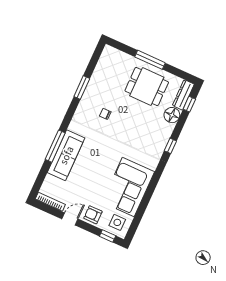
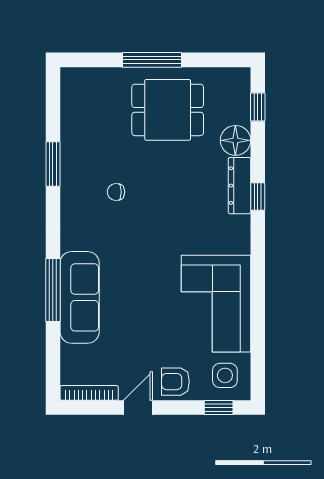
dresser: (183, 95) -> (239, 186), moved

